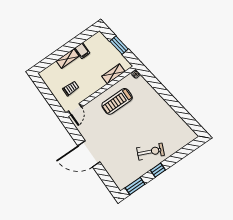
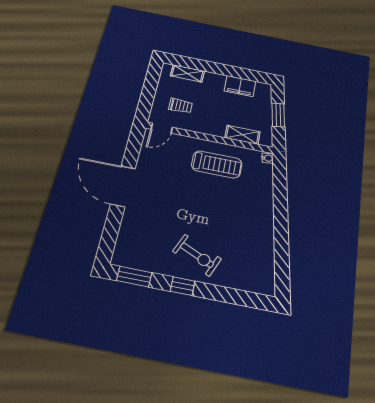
filing cabinet: (82, 51) -> (240, 86), width x2.00
shelving: (68, 59) -> (187, 73), moved
treadmill: (117, 101) -> (217, 164), turned 180

